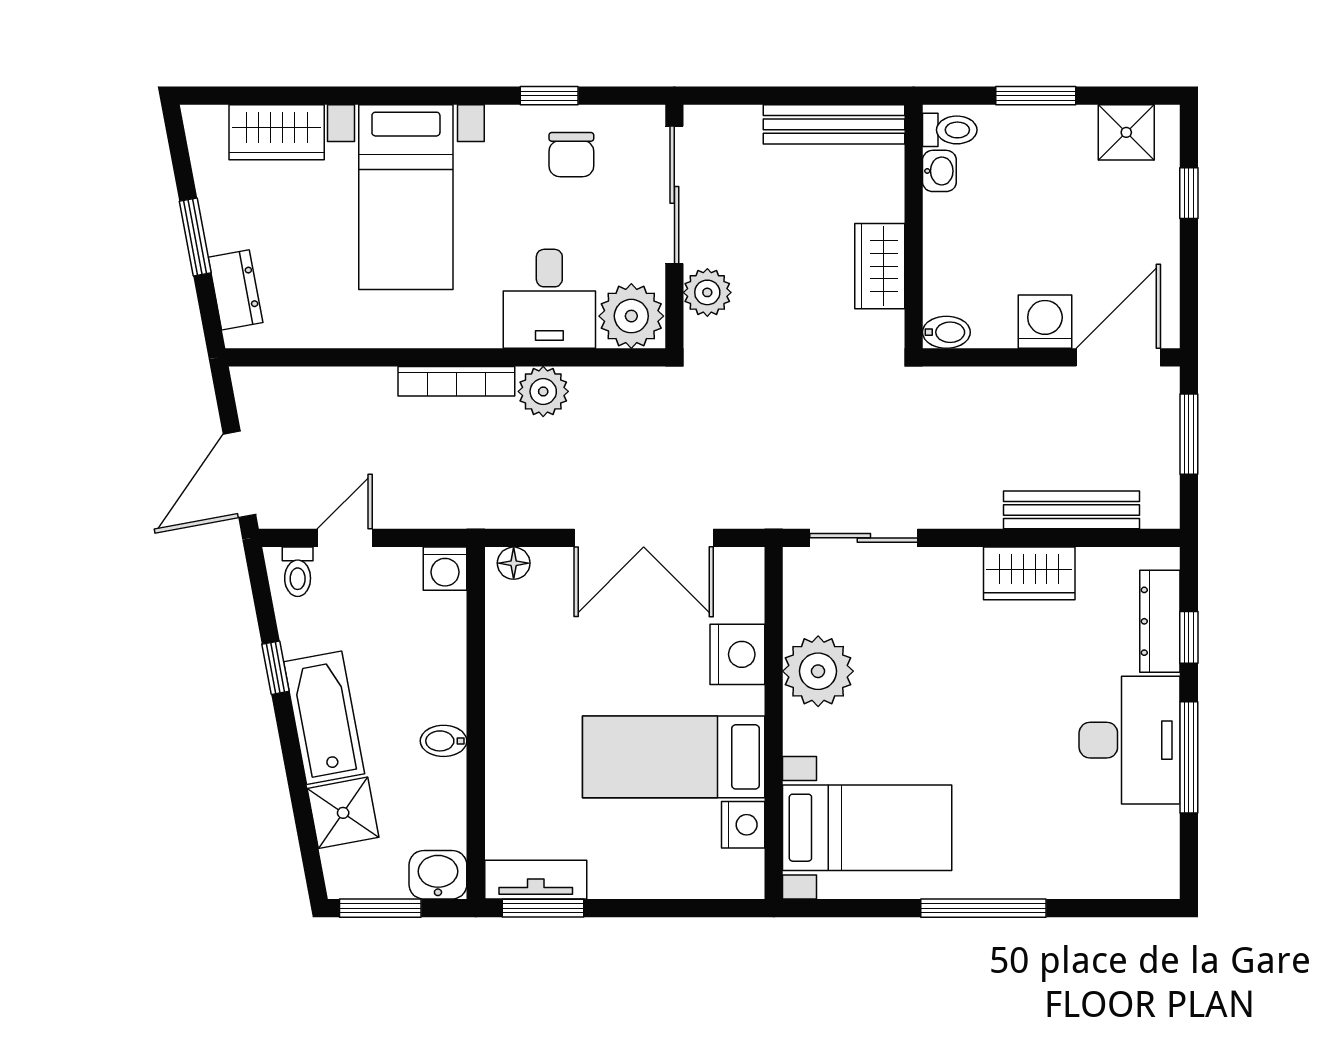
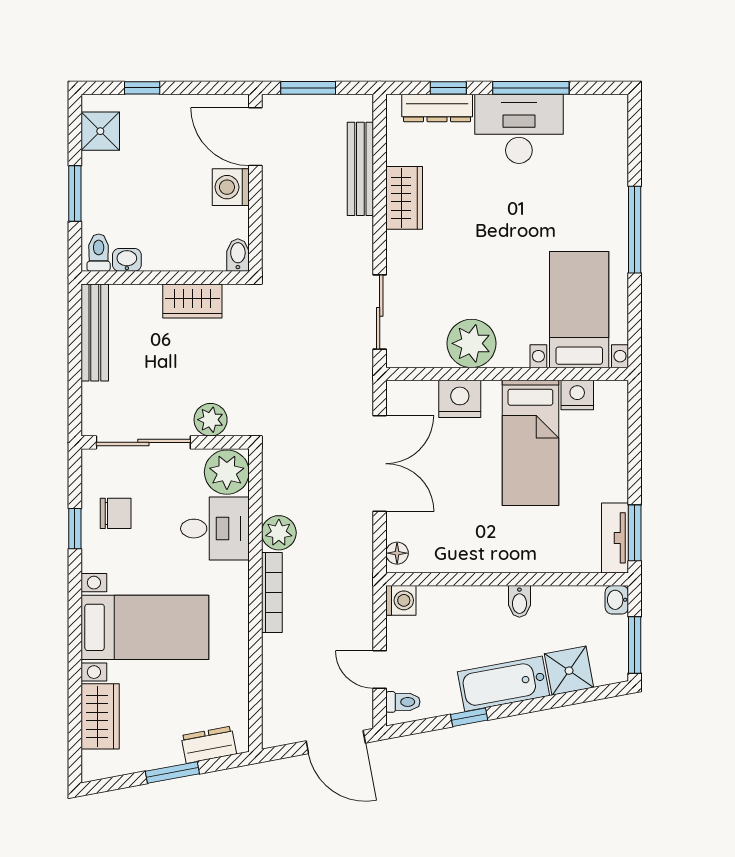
washbasin: (438, 875) -> (617, 600), width x0.72, depth x0.69

